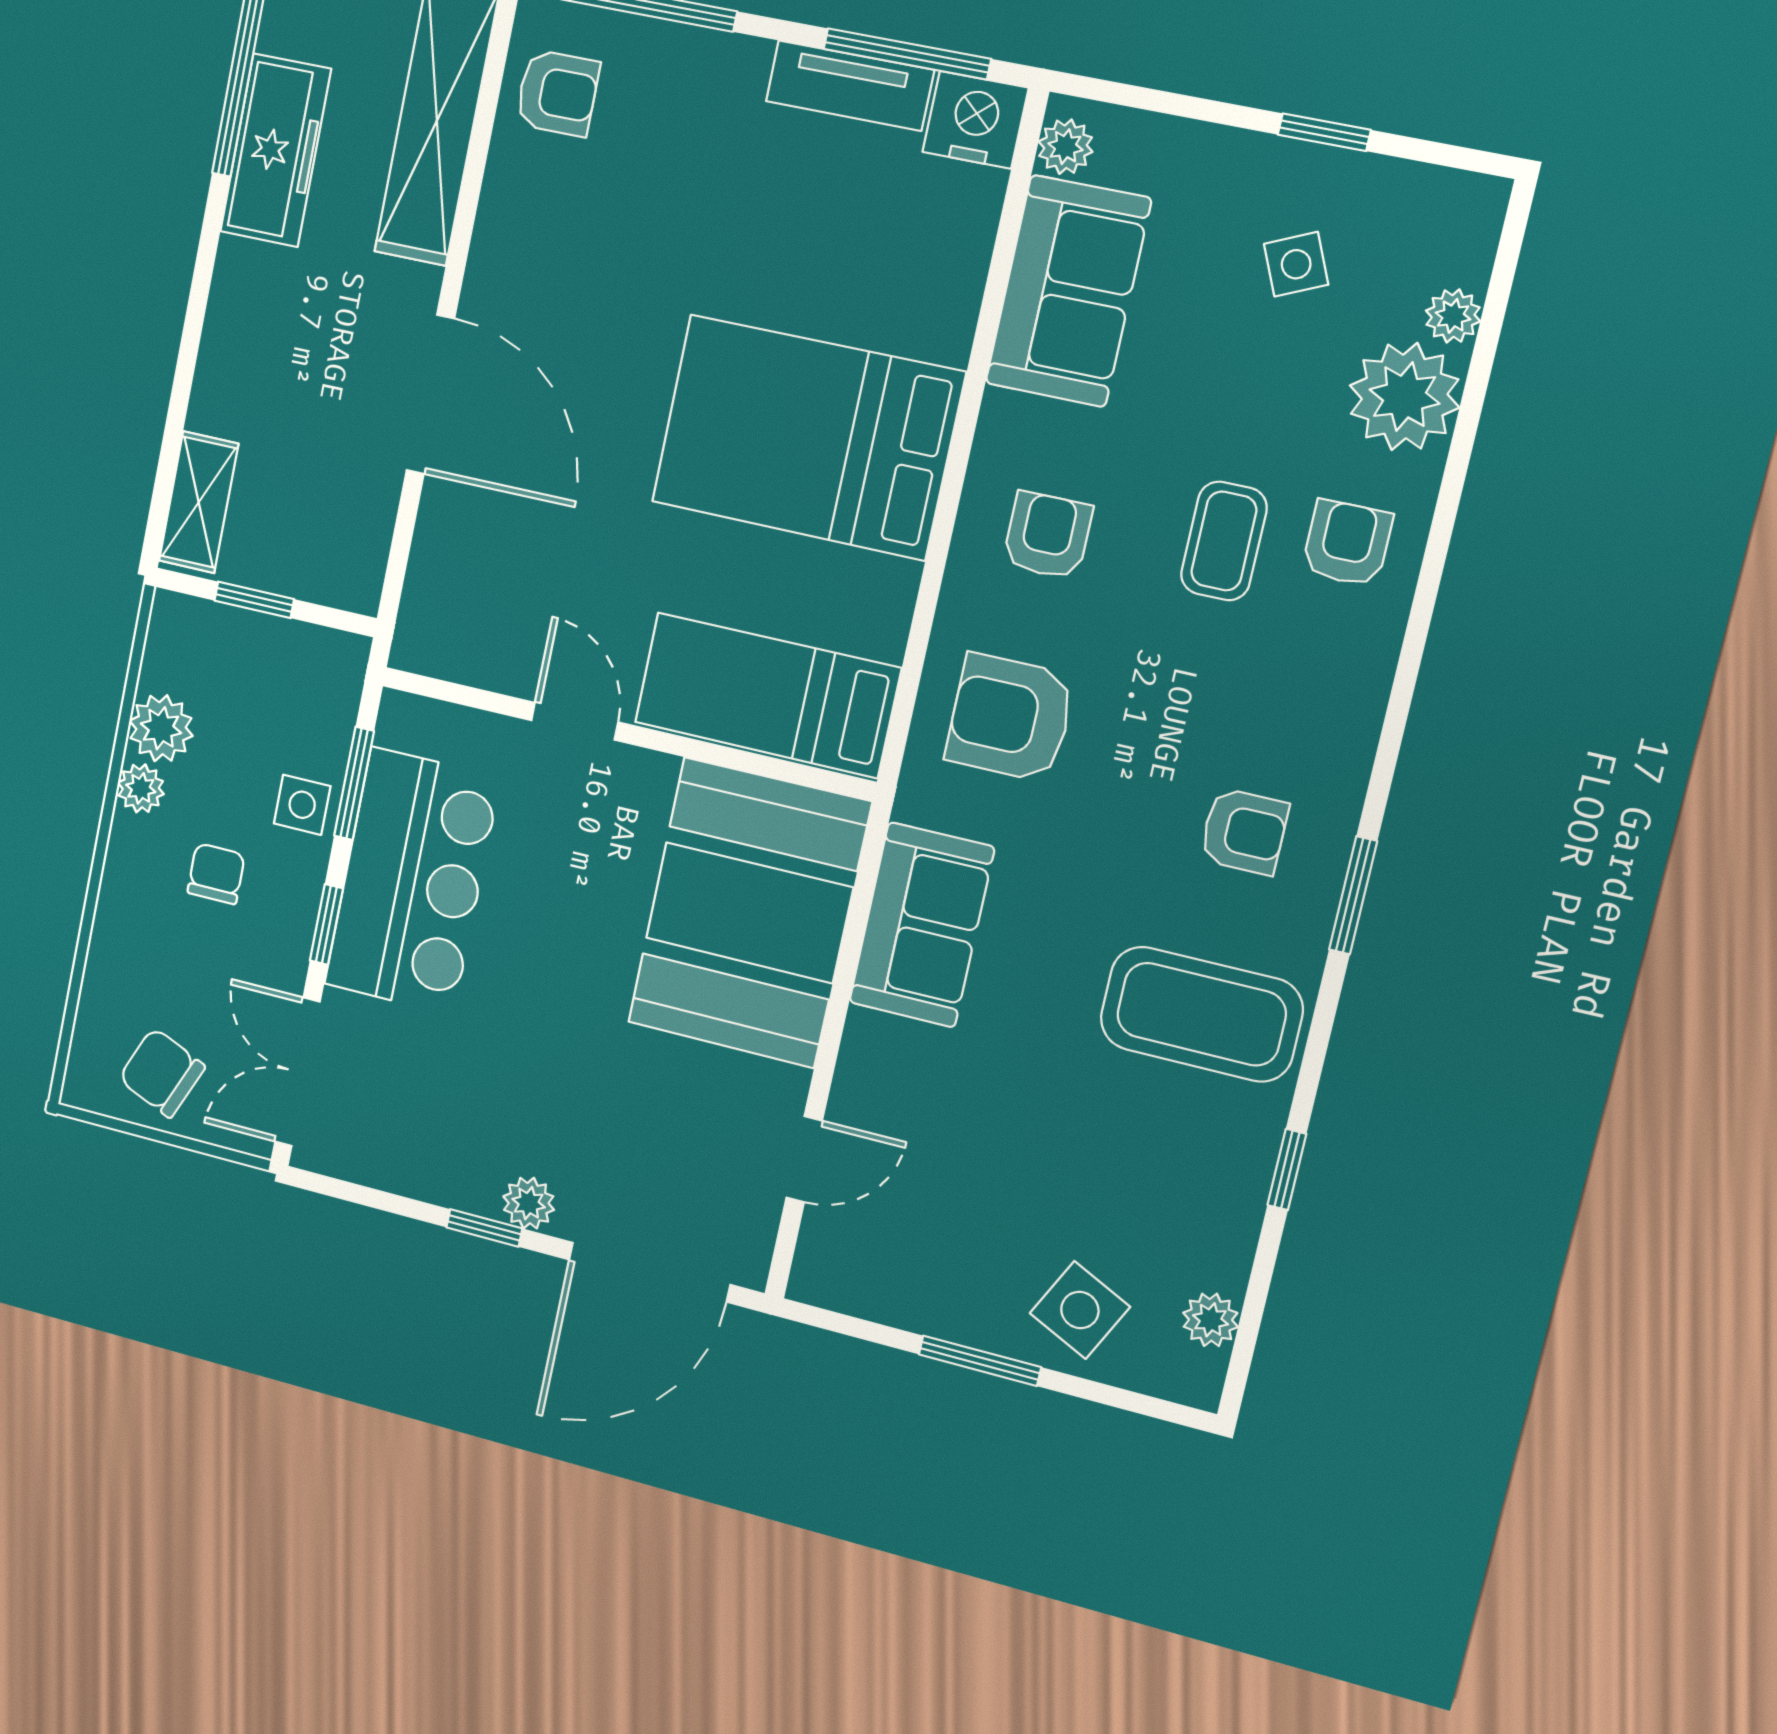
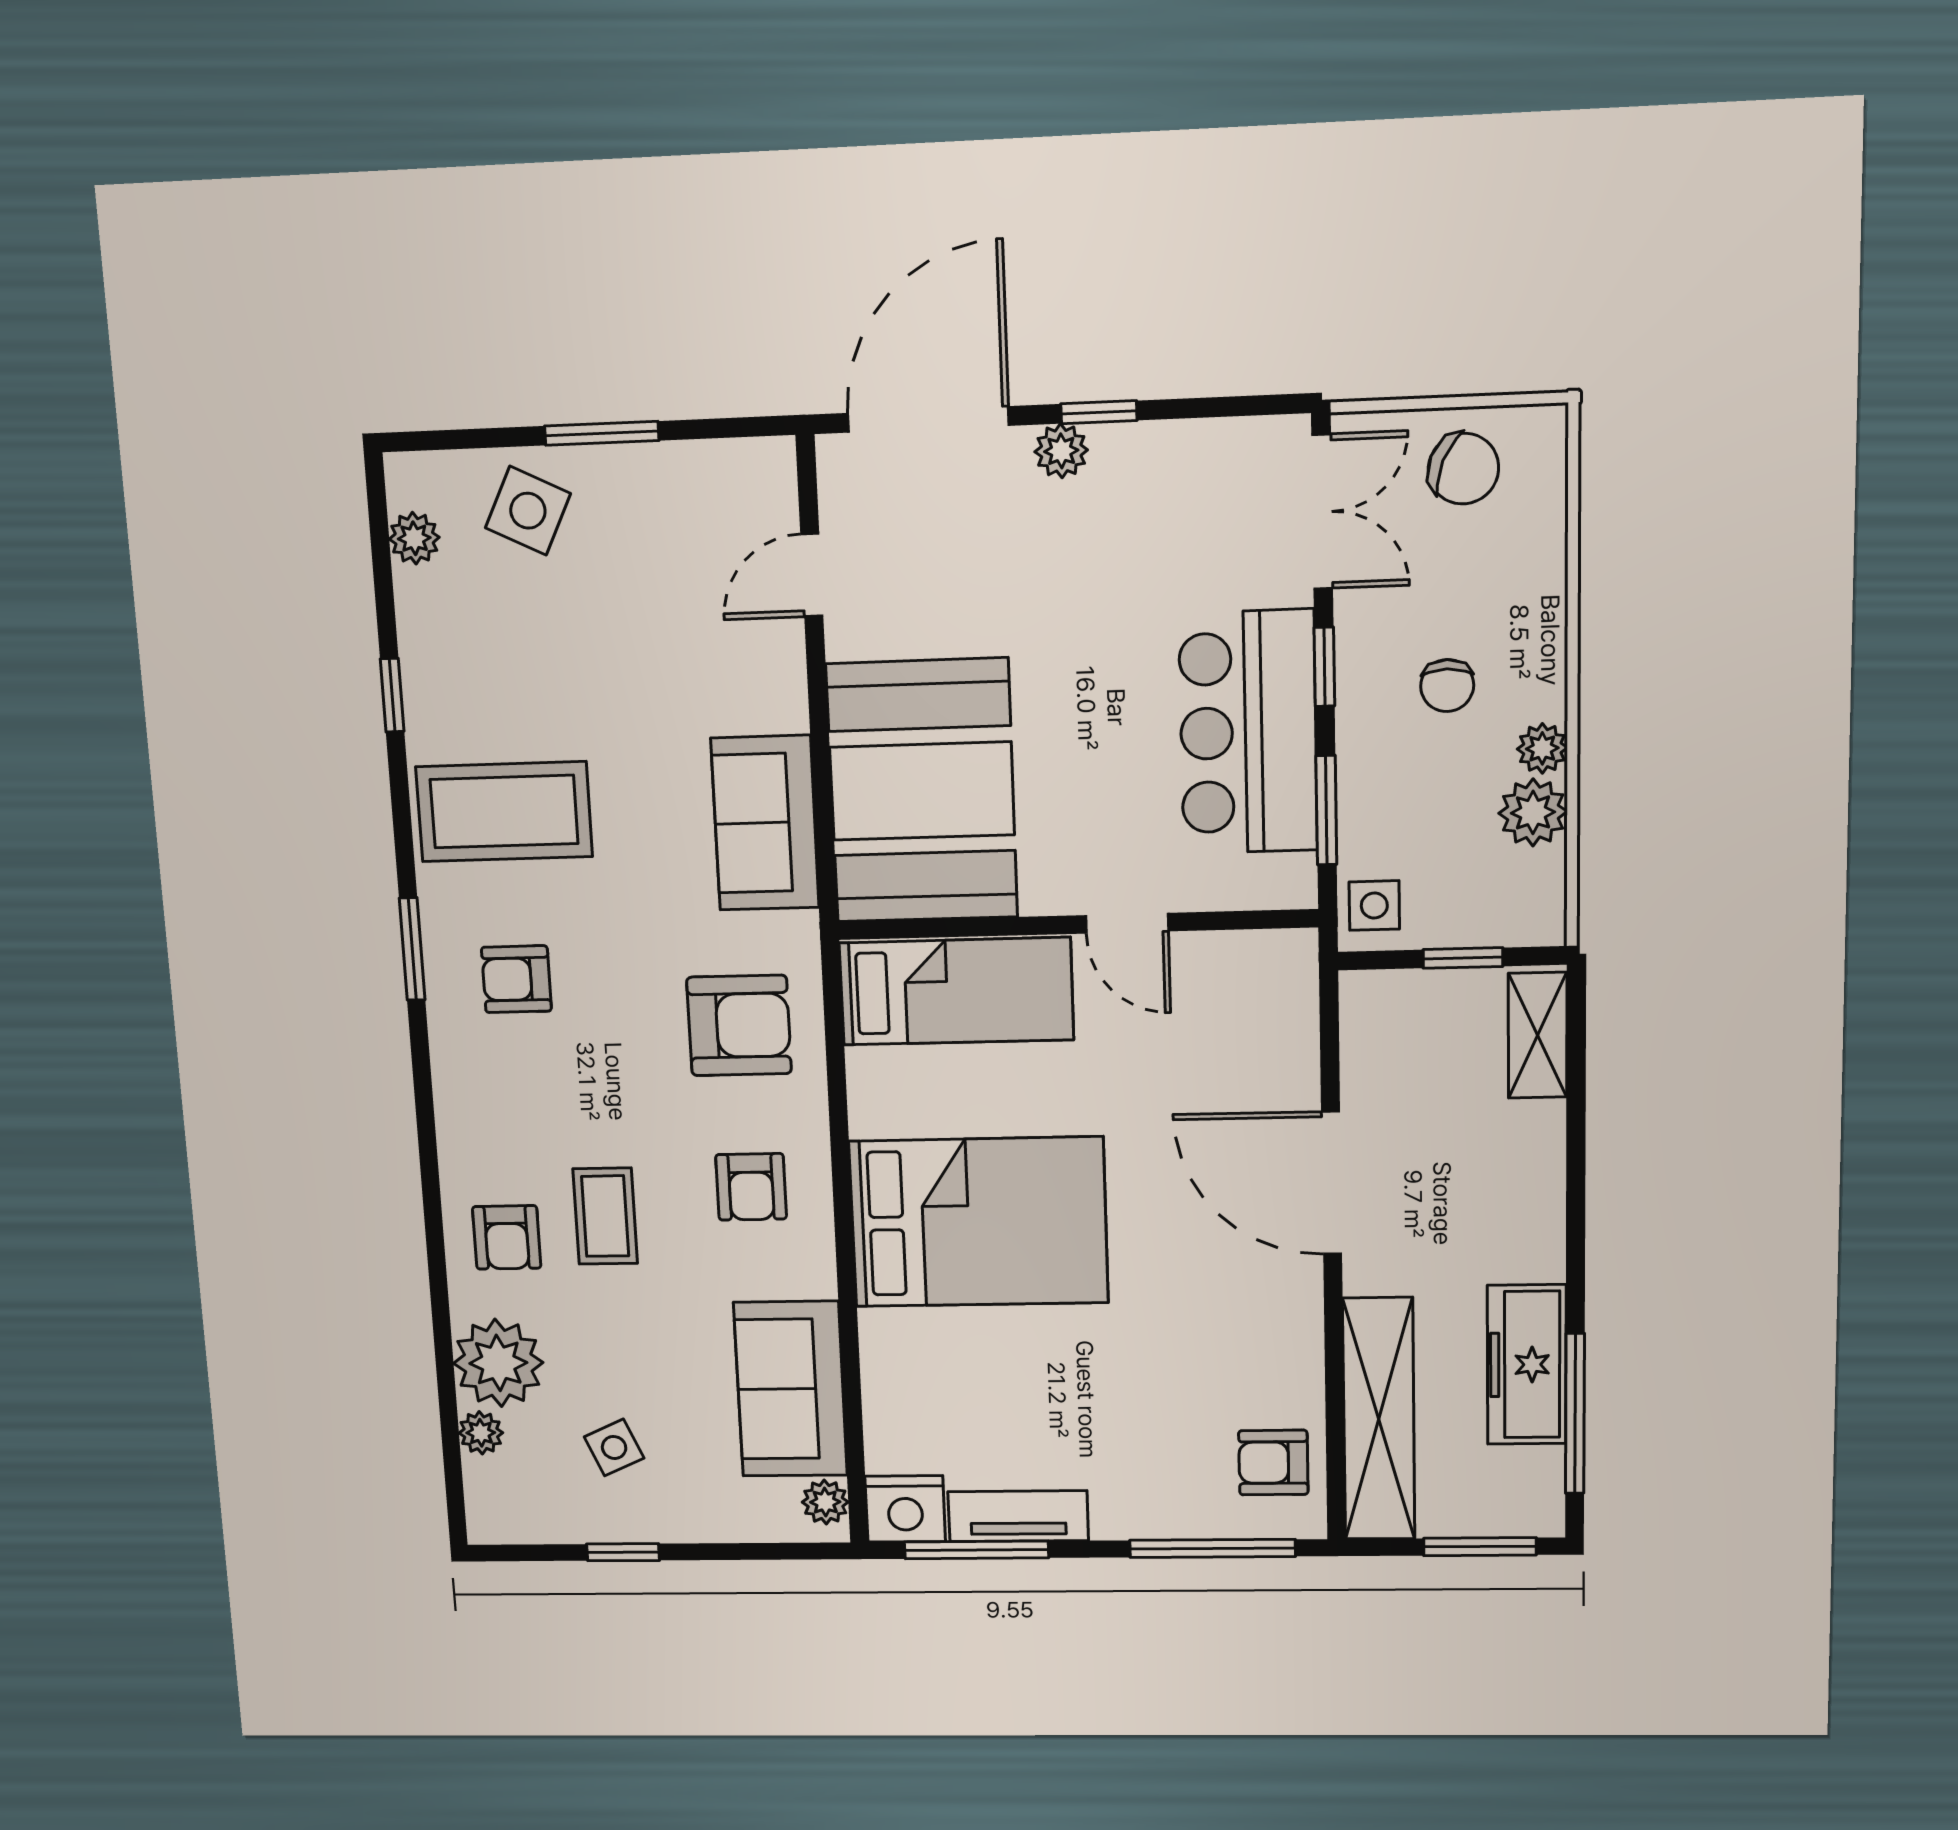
side table: (302, 805) -> (1374, 905), moved

